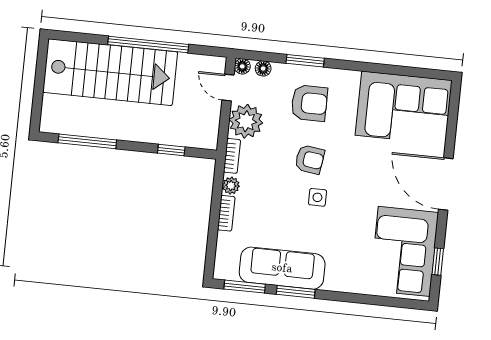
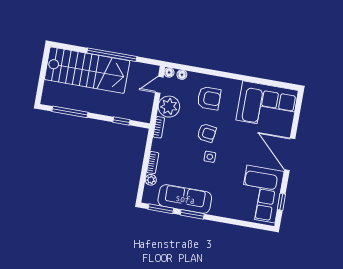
window: (305, 61) -> (208, 72), removed
door: (228, 88) -> (159, 85), hinge flipped
plant: (231, 186) -> (151, 180), moved

